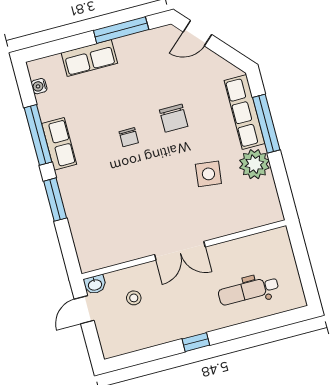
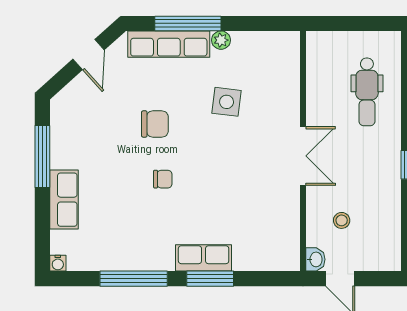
door: (197, 33) -> (89, 55), moved
water cooler: (39, 86) -> (58, 263), moved
row of seats: (59, 144) -> (204, 258), moved
plant: (254, 164) -> (221, 40), width x0.53, depth x0.53

